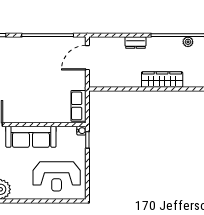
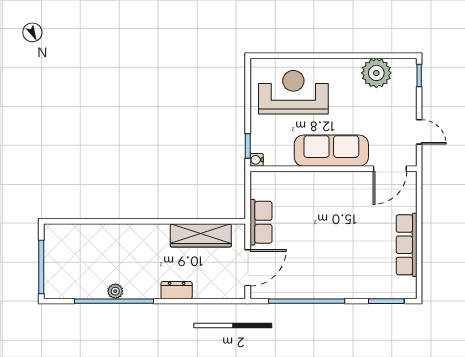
plant: (188, 42) -> (115, 291), moved
wardrobe: (162, 80) -> (201, 235), moved
row of seats: (78, 106) -> (261, 222), moved

